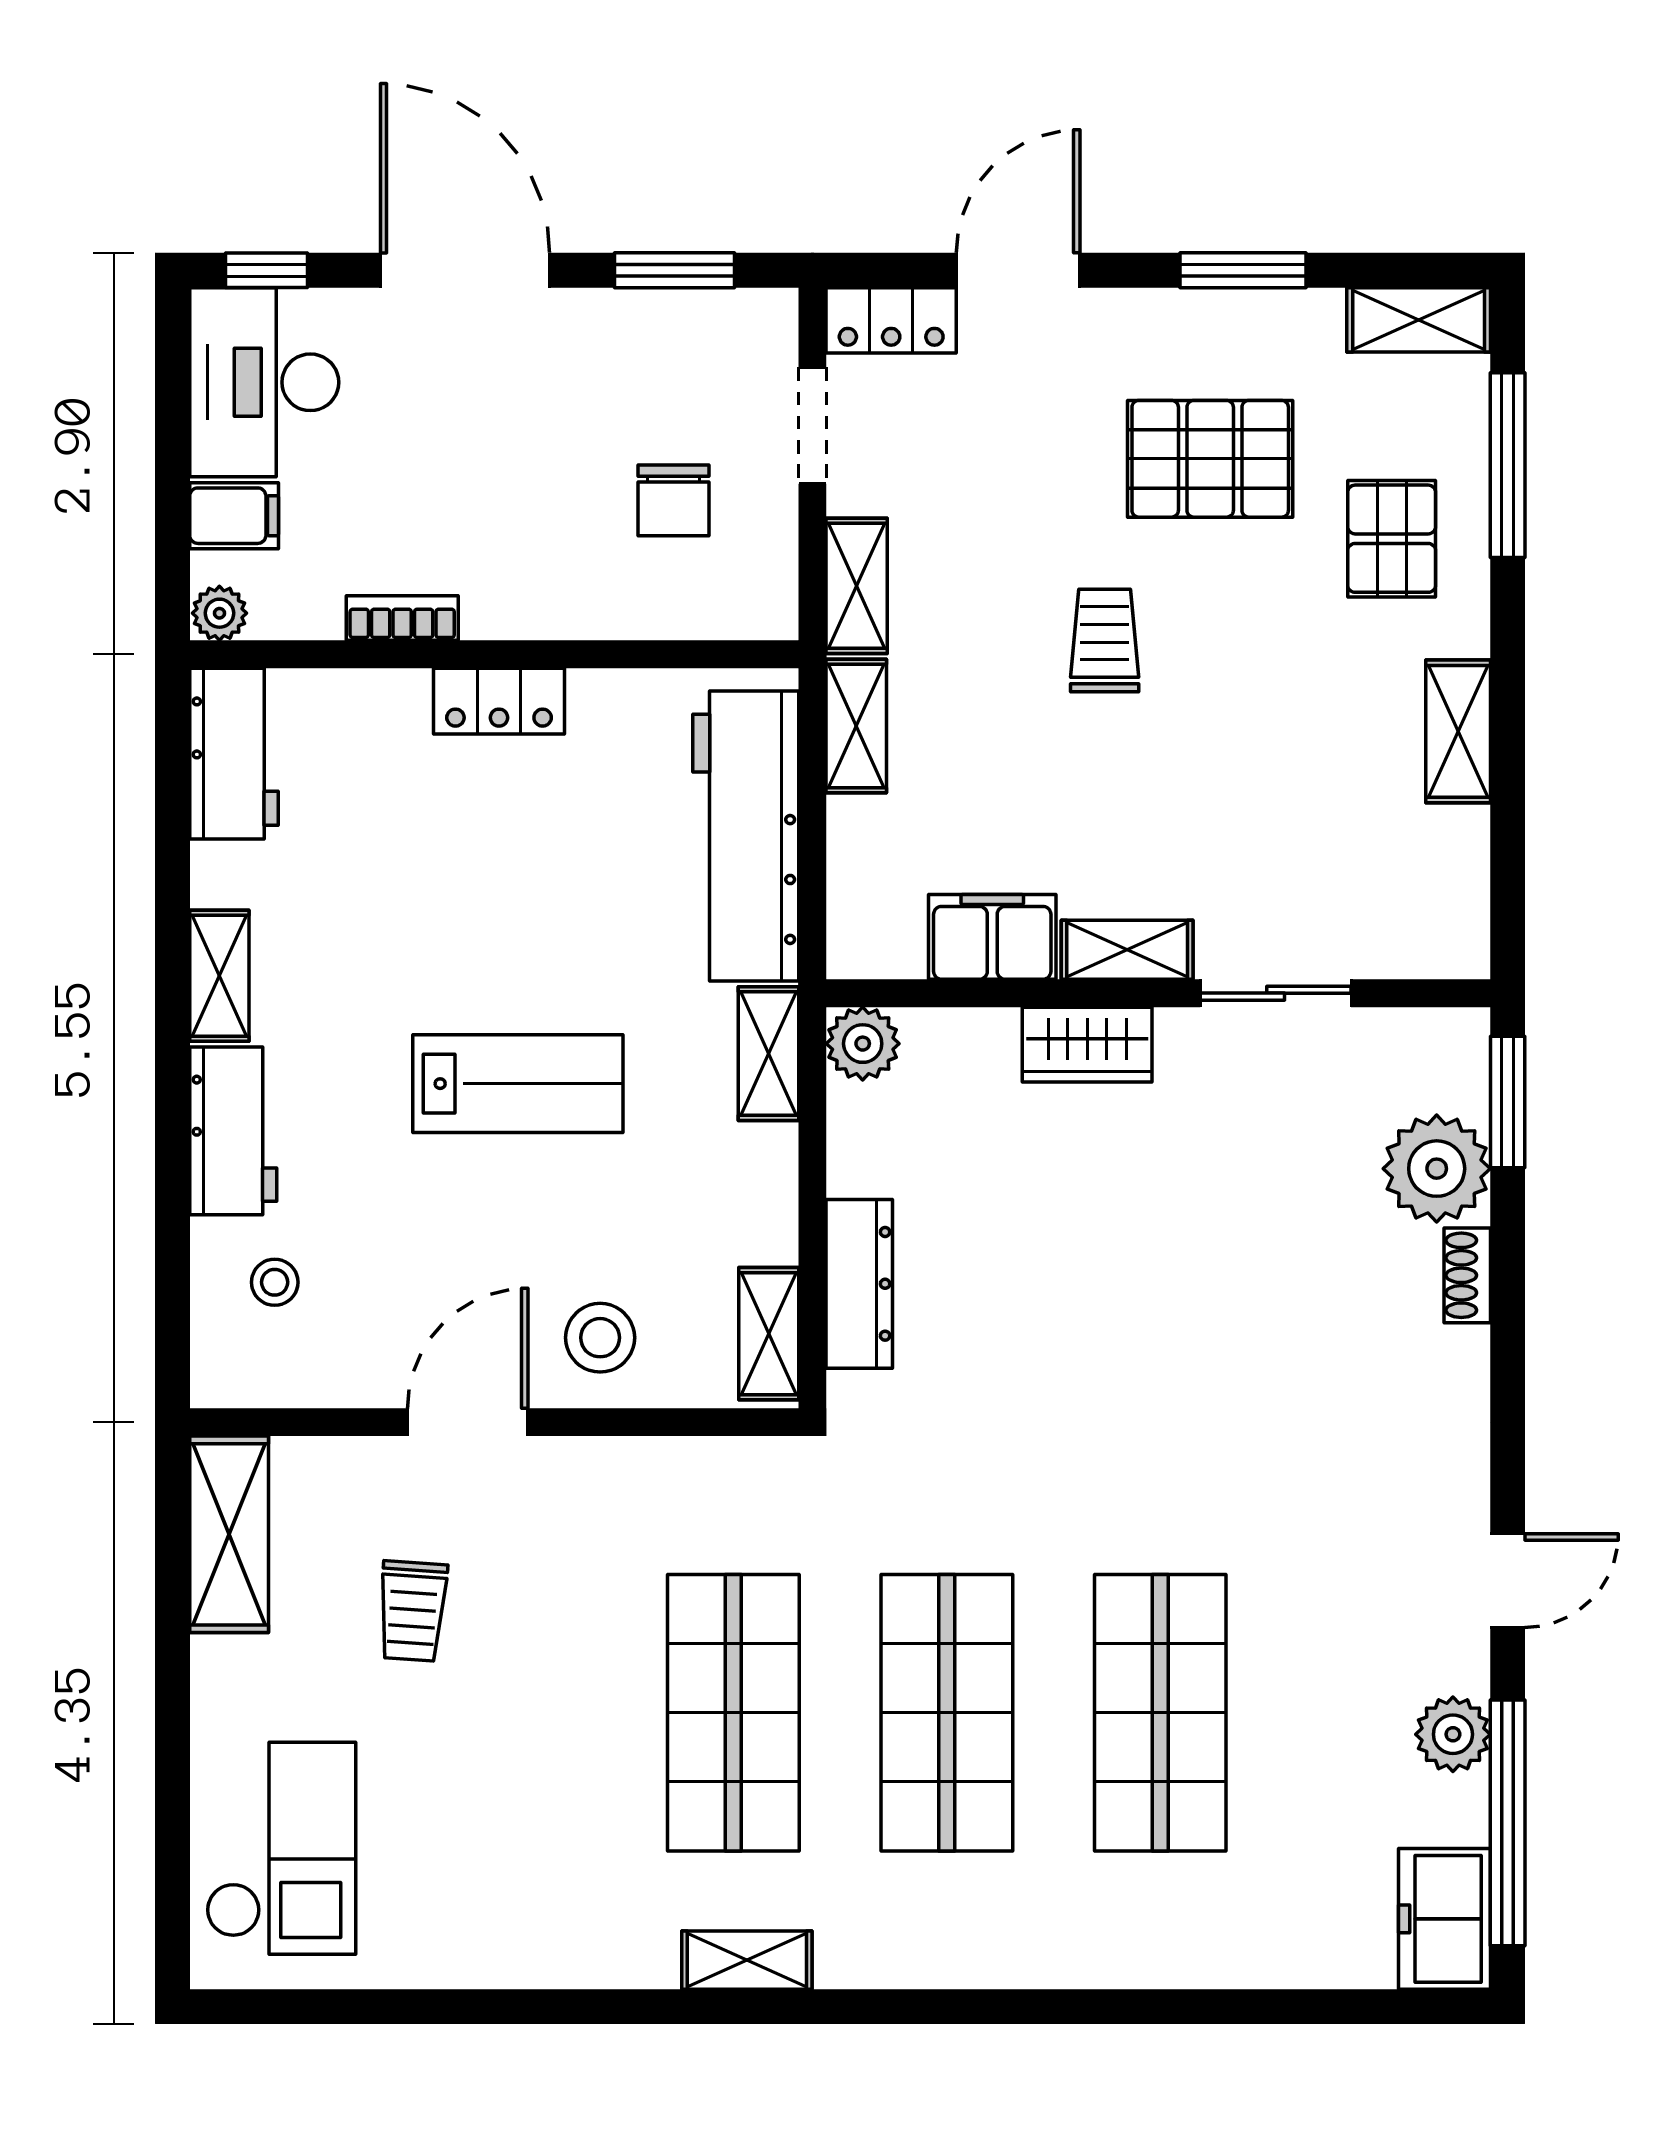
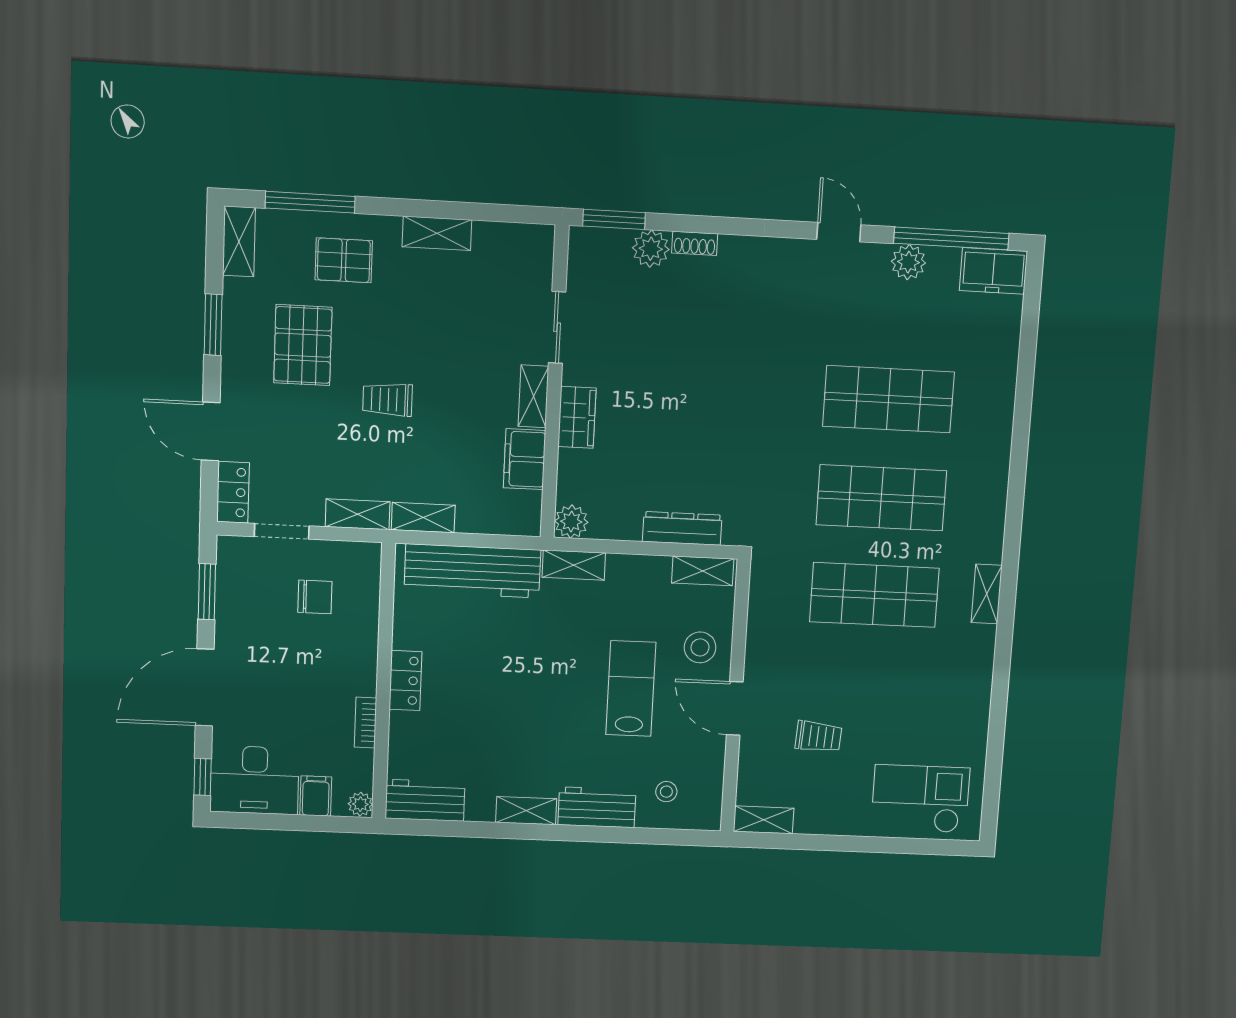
lab bench: (518, 1084) -> (631, 689), moved
plant: (1437, 1169) -> (651, 249), width x0.73, depth x0.73
shelving: (229, 1534) -> (764, 820), width x0.67, depth x0.75

